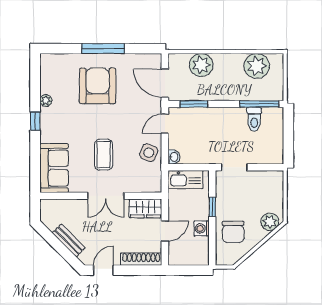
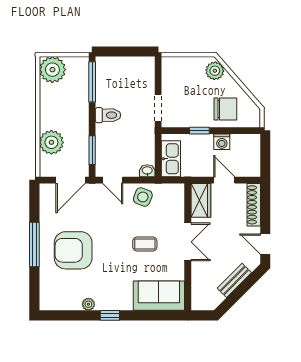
plant: (257, 66) -> (52, 70), moved
toilet: (254, 119) -> (108, 115), moved
coffee table: (104, 155) -> (145, 244), width x0.73, depth x0.77

